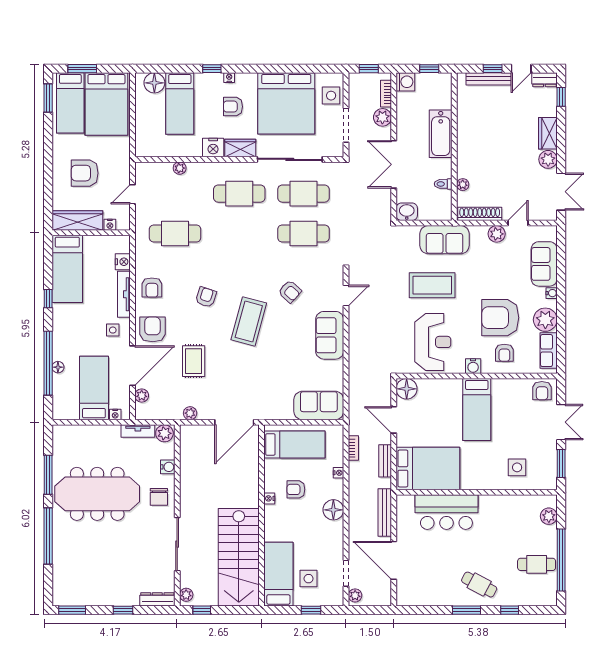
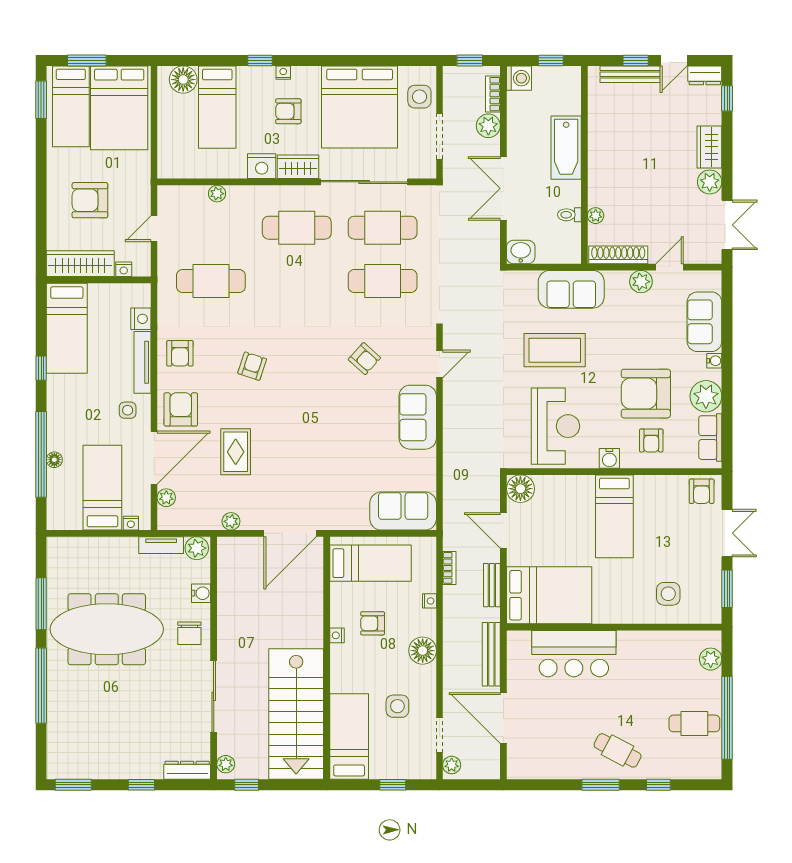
coffee table: (249, 321) -> (309, 399), removed
side table: (309, 579) -> (397, 706), moved

